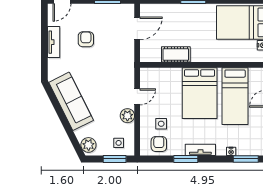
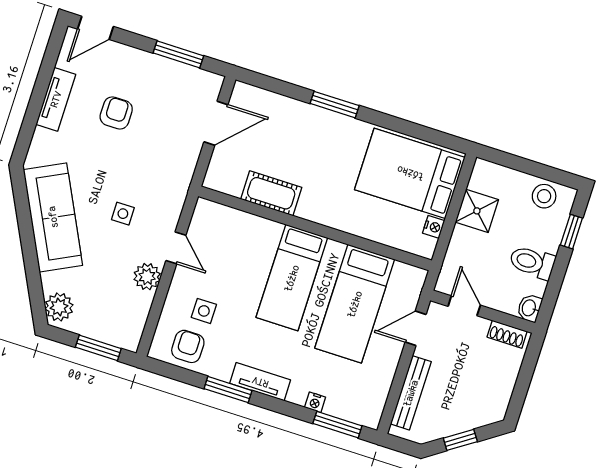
bed: (200, 93) -> (292, 278), width x0.67
door: (137, 97) -> (176, 248), hinge flipped
side table: (119, 143) -> (123, 214), moved

